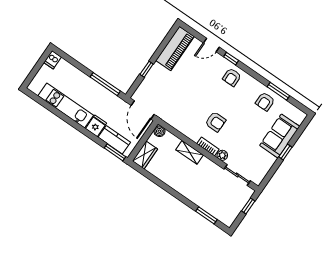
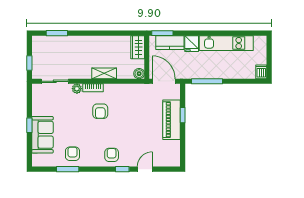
piano: (175, 49) -> (171, 120), moved
armchair: (215, 122) -> (100, 111), turned -90

